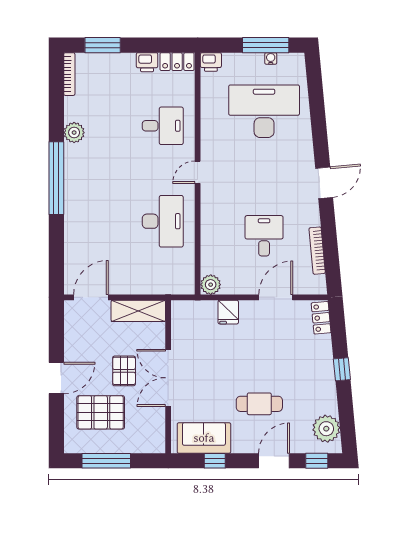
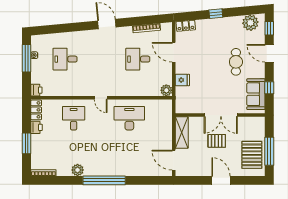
window: (103, 45) -> (26, 143), moved
desk: (264, 111) -> (65, 59), width x0.53, depth x0.77
pallet: (101, 412) -> (252, 155), moved

